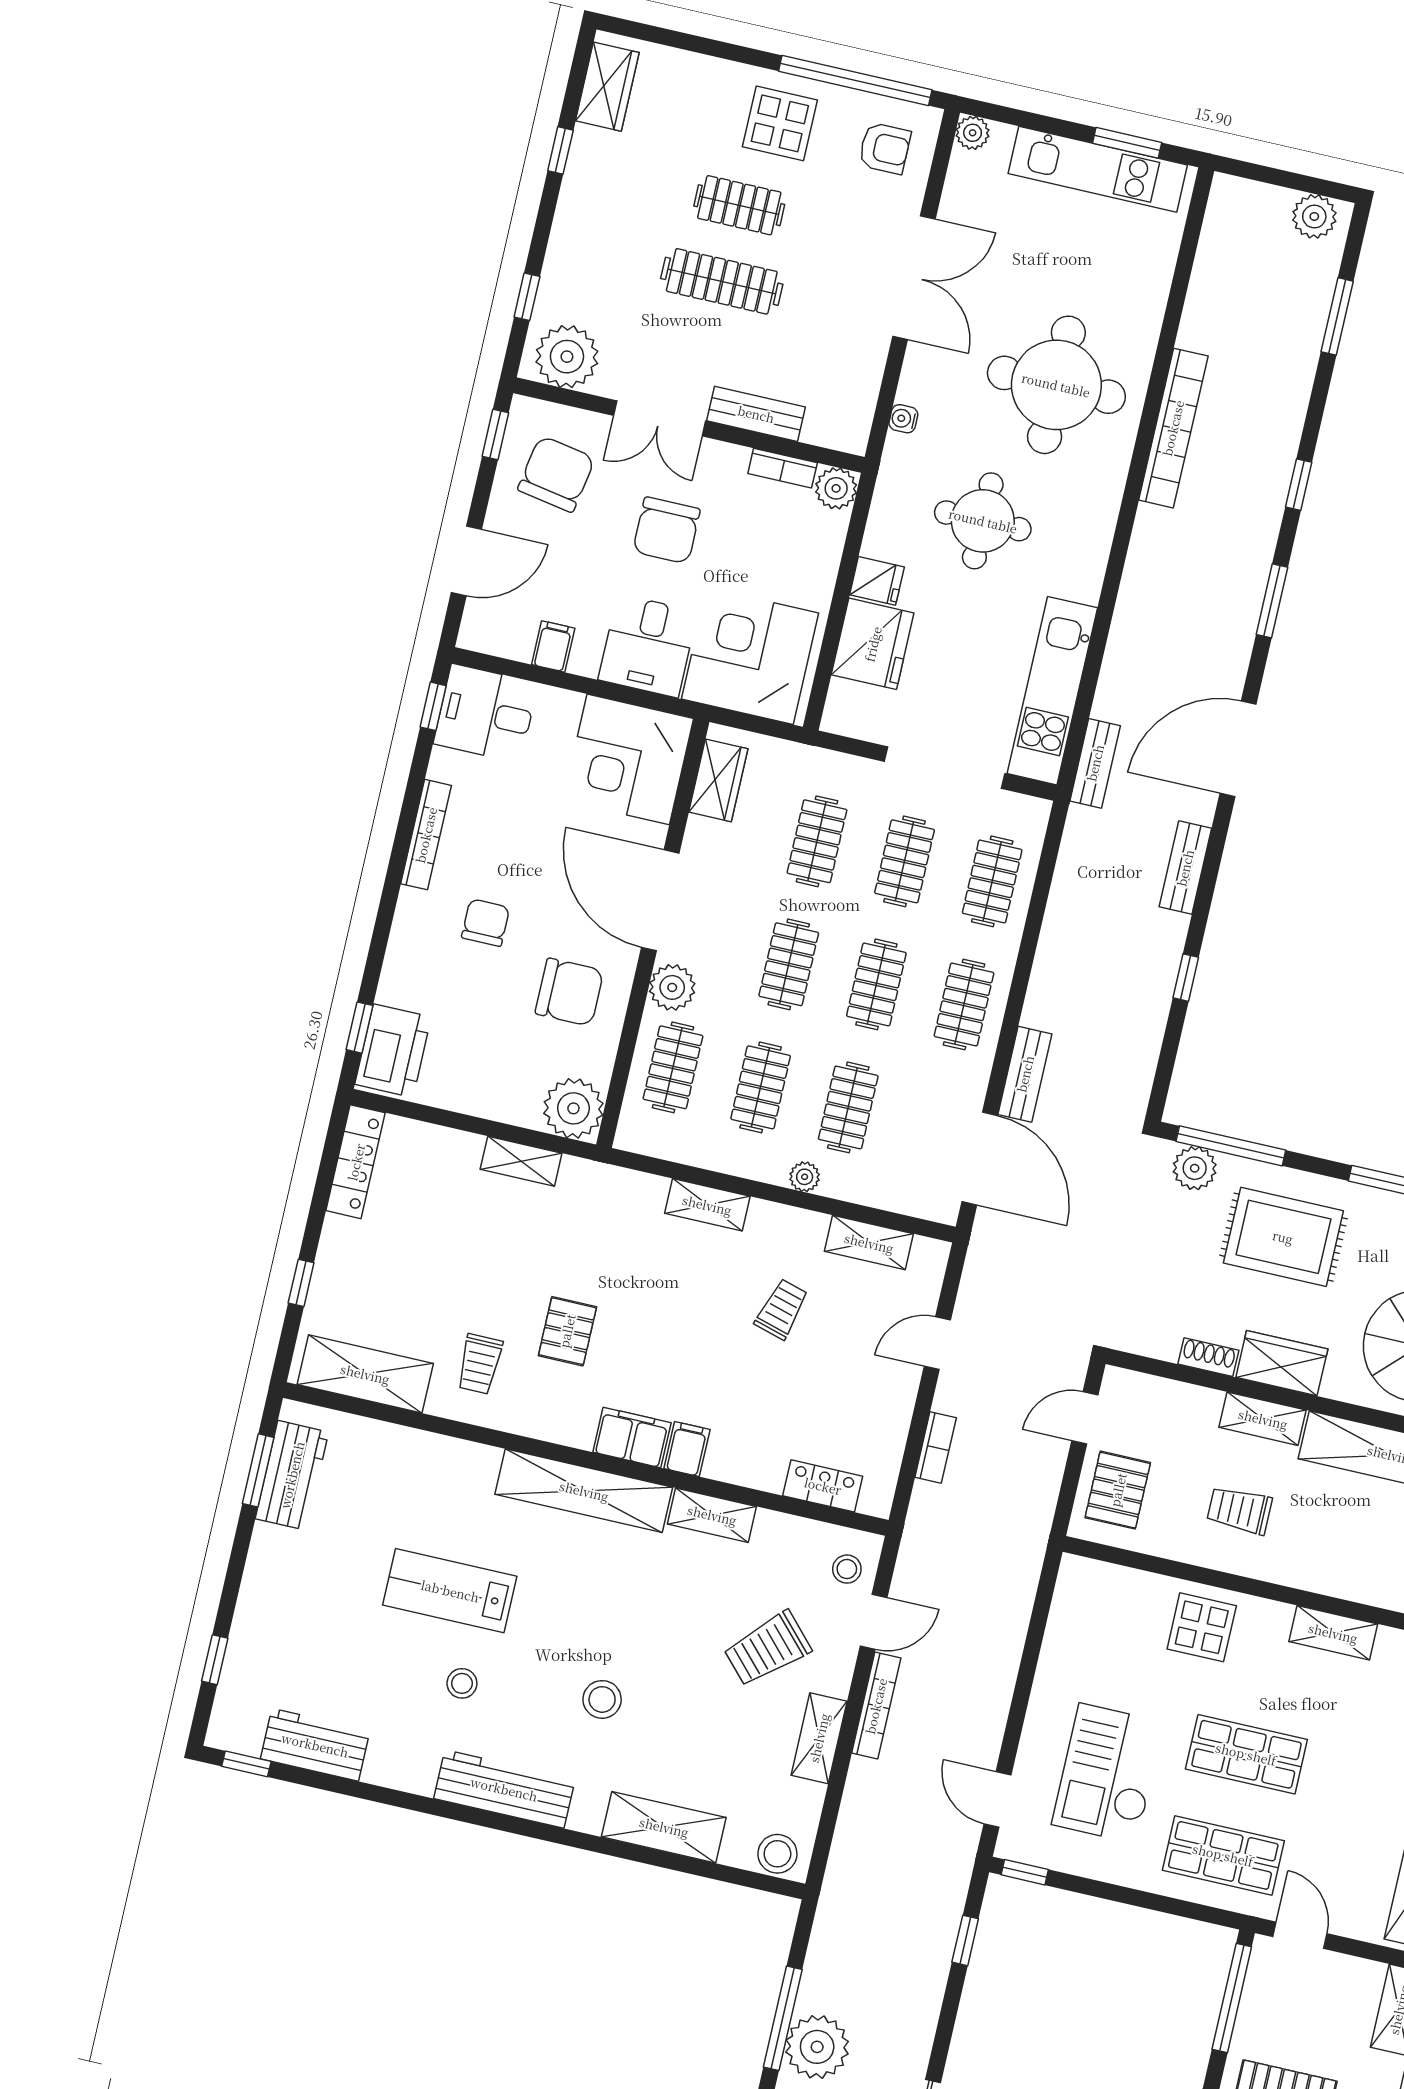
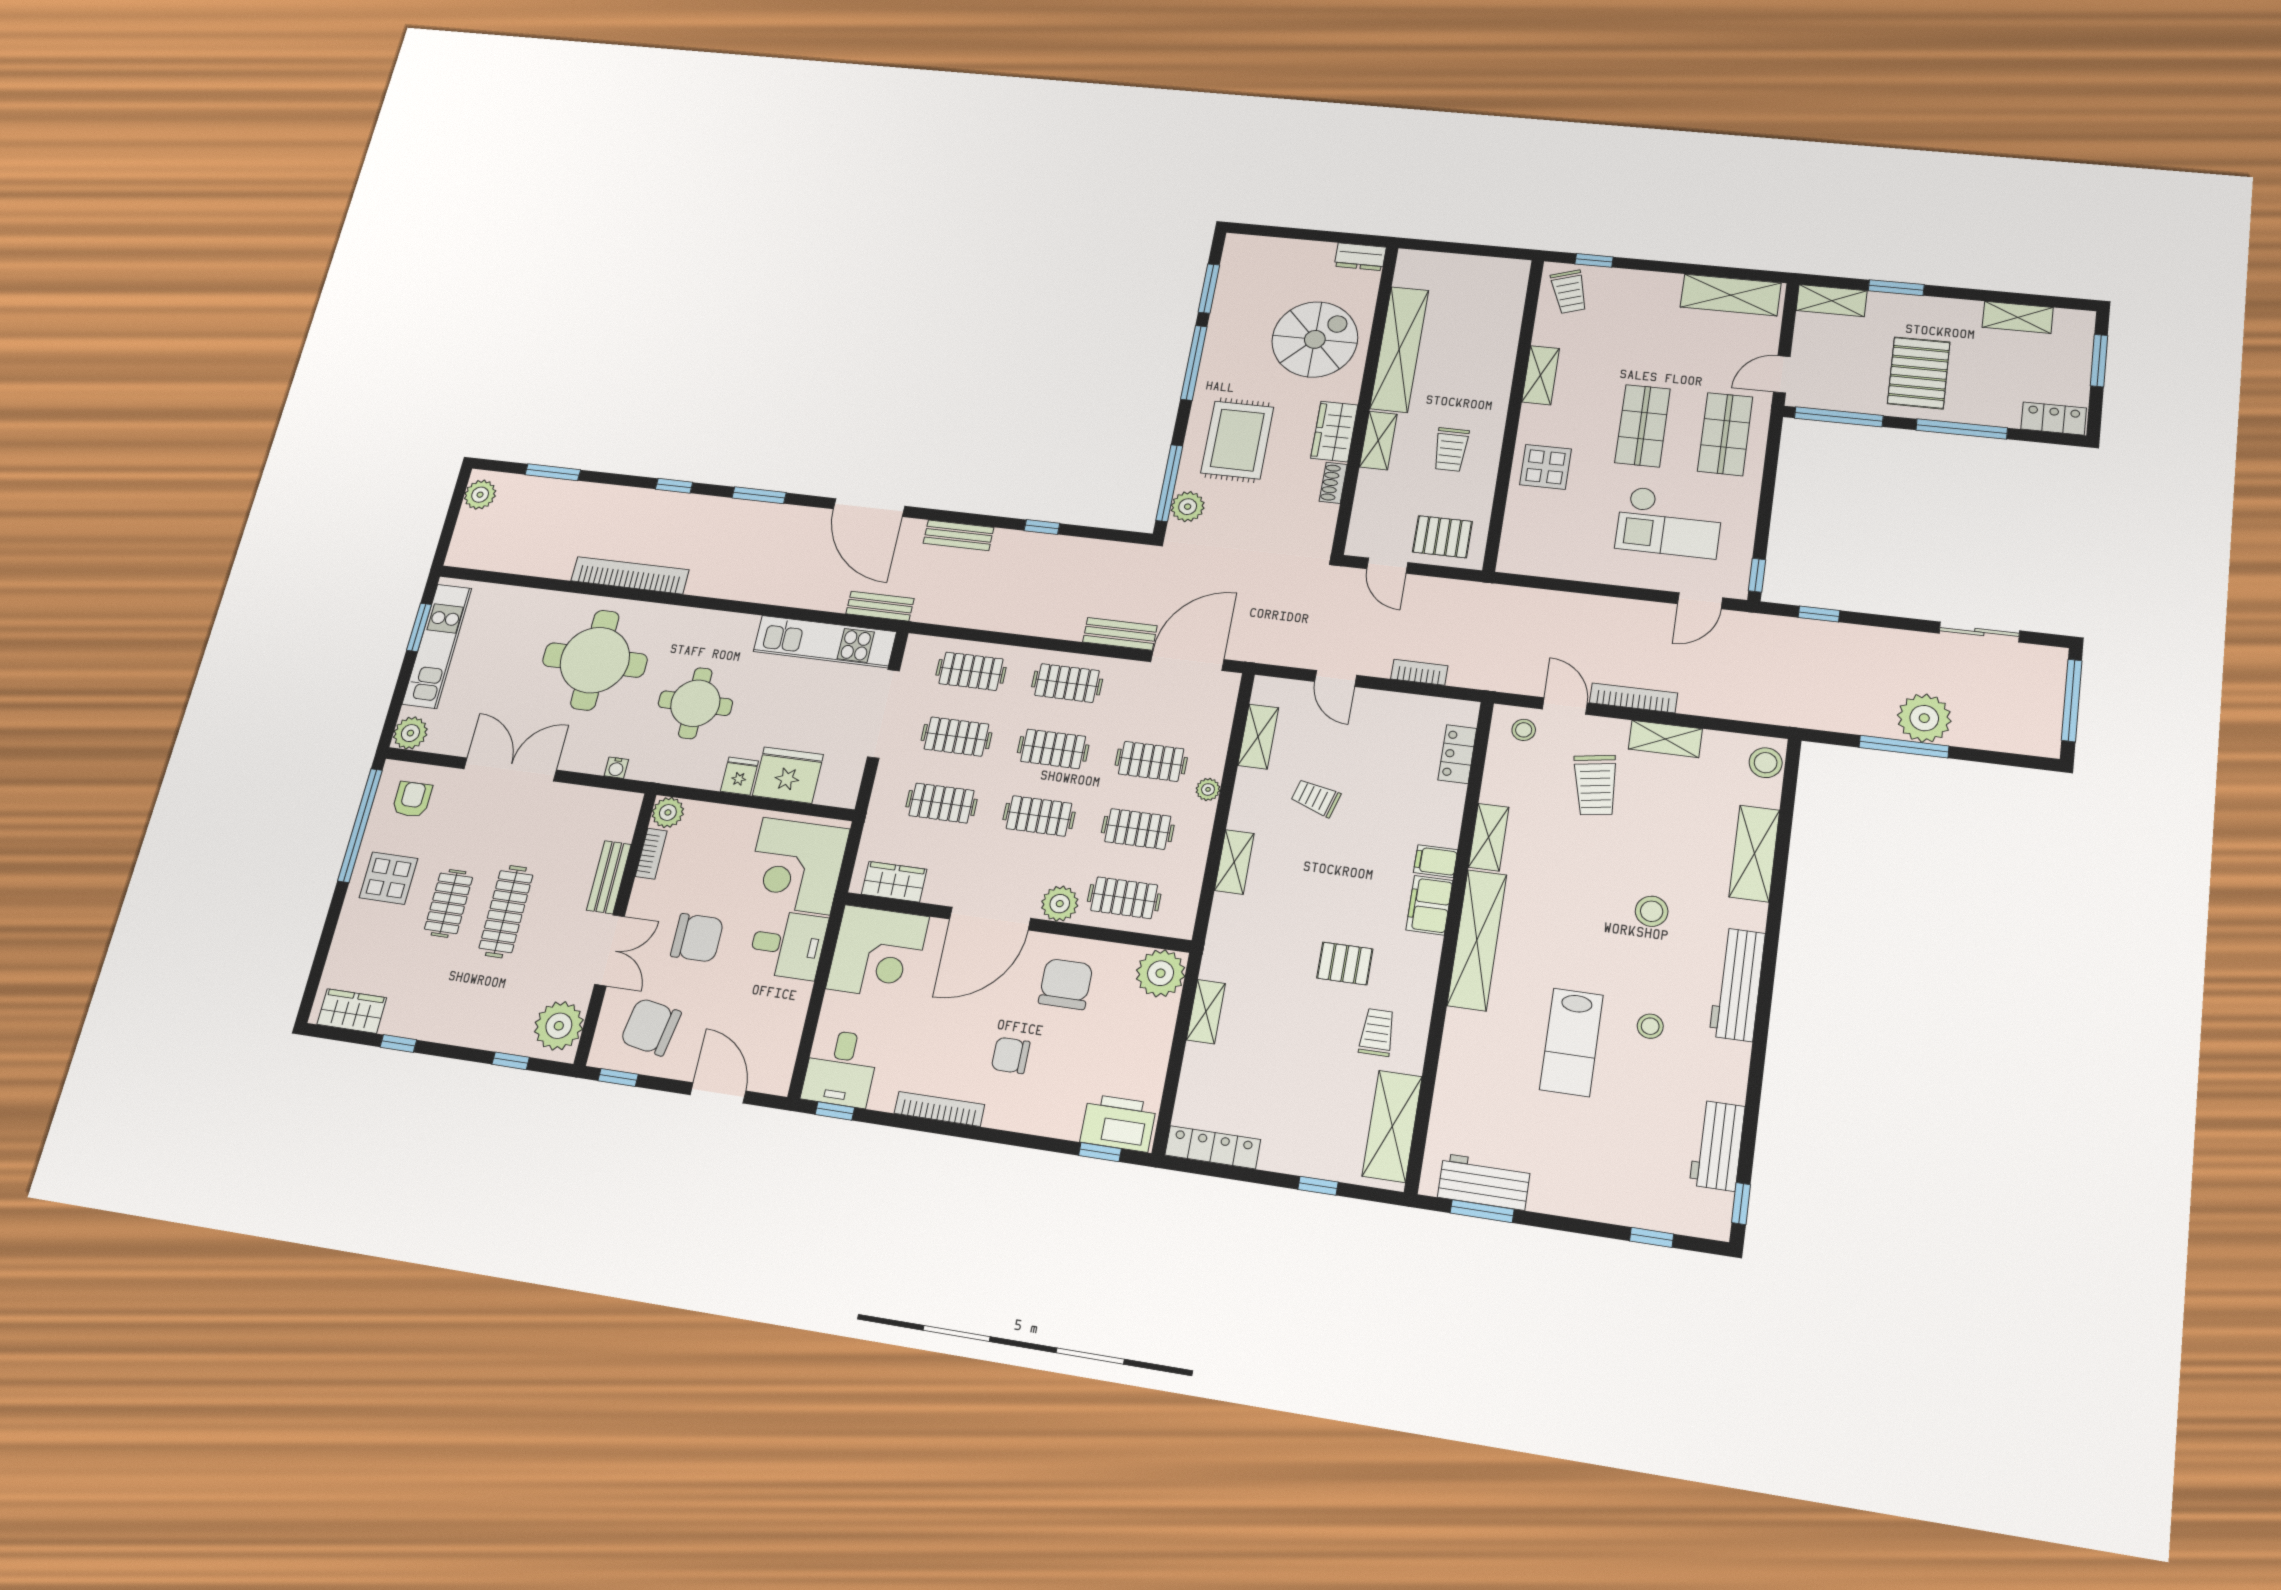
plant: (973, 133) -> (410, 733), width x1.38, depth x1.38
filing cabinet: (553, 646) -> (787, 1019), removed
trolley: (480, 1364) -> (1377, 1032), turned -90
trolley: (767, 1649) -> (1595, 785), turned 34

